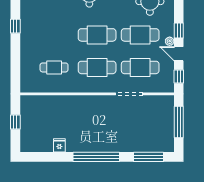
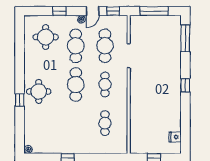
window: (179, 31) -> (59, 11), moved
cafe table: (97, 67) -> (105, 84), width x0.73, depth x0.74
fridge: (59, 145) -> (175, 137), moved
window: (96, 157) -> (185, 85), width x0.32

